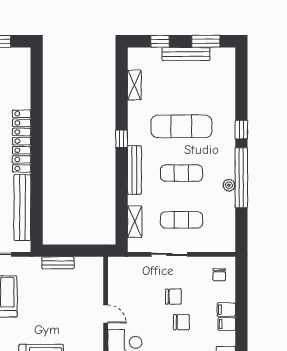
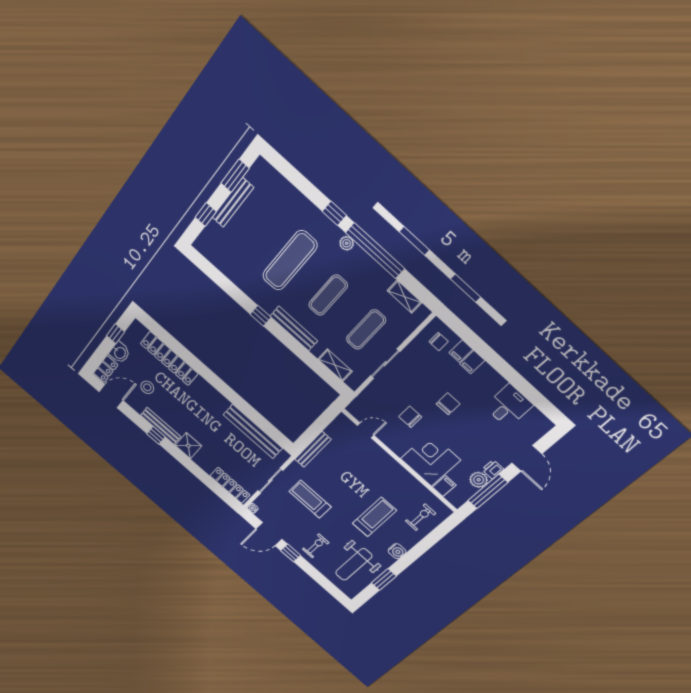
shelving: (134, 85) -> (404, 297), moved
locker: (22, 141) -> (169, 359), moved
plant: (229, 185) -> (347, 243), moved
bench: (58, 263) -> (313, 449), width x1.36
chair: (173, 297) -> (410, 417), moved, turned -90
door: (106, 314) -> (366, 430), moved
filing cabinet: (227, 324) -> (461, 351), moved

